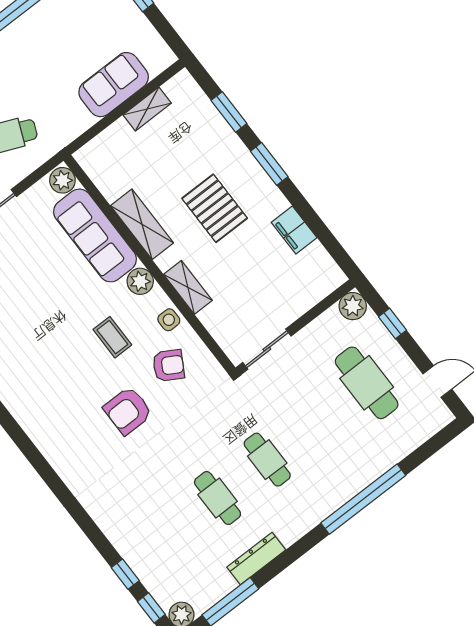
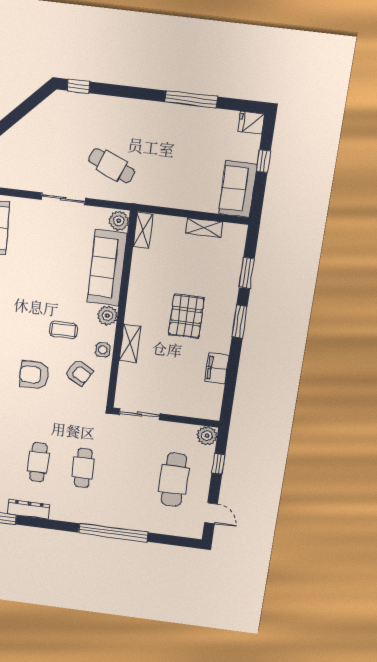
sofa: (114, 85) -> (238, 189), moved, turned -90
shelving: (142, 224) -> (143, 231), moved, width x0.67, depth x0.75
coffee table: (112, 337) -> (63, 330), turned 90

